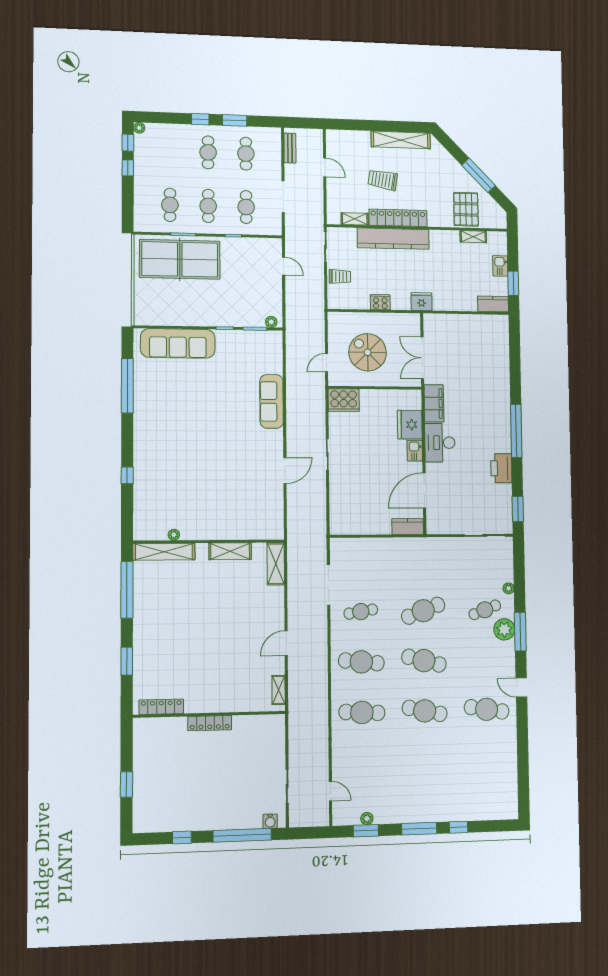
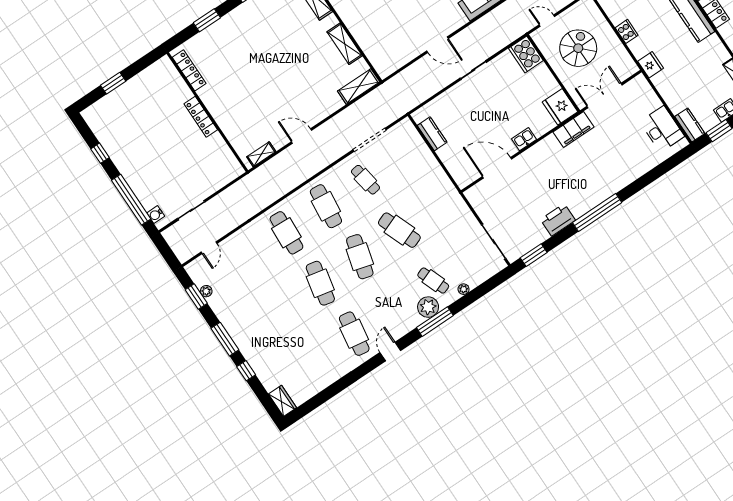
fridge: (410, 425) -> (560, 107), moved, turned -90
desk: (440, 443) -> (662, 129), moved, turned 90
kitchen counter: (408, 526) -> (432, 134), moved
wardrobe: (504, 811) -> (283, 401), added

